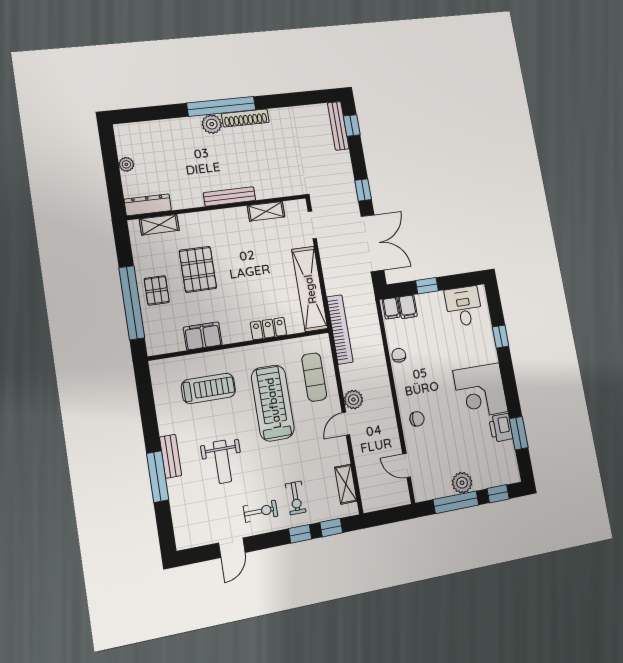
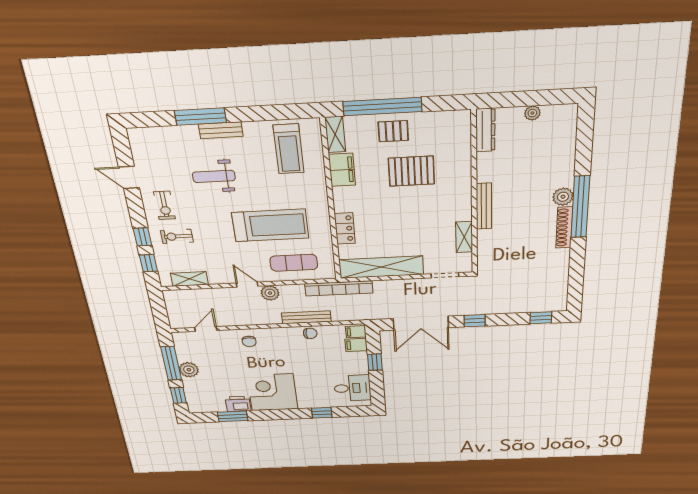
bench: (338, 126) -> (306, 317), moved
shelving: (159, 225) -> (335, 135), moved
treadmill: (208, 388) -> (289, 149), moved

